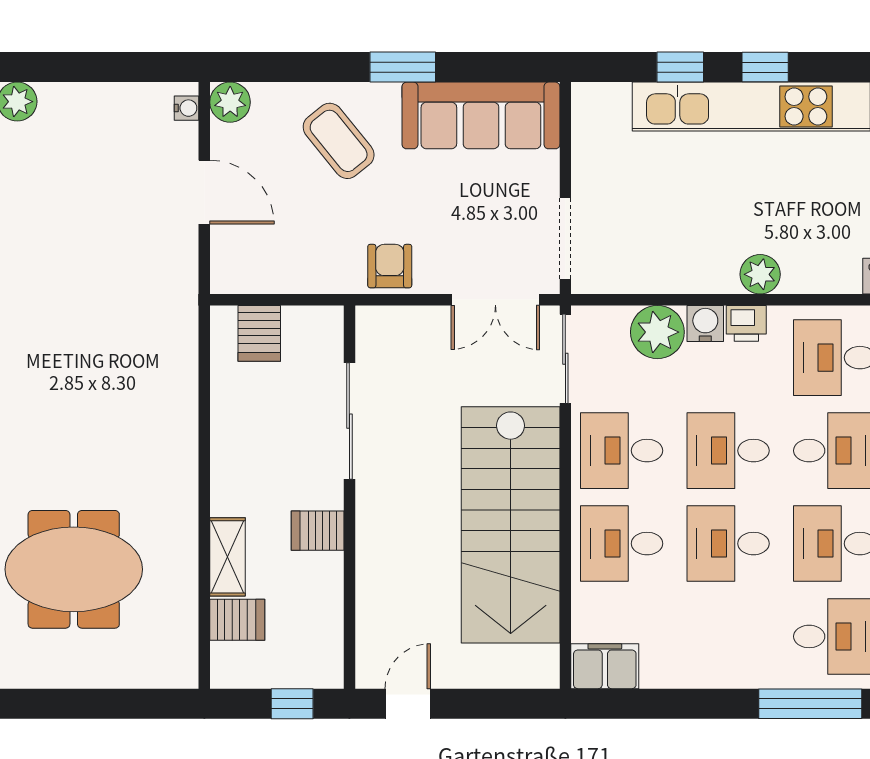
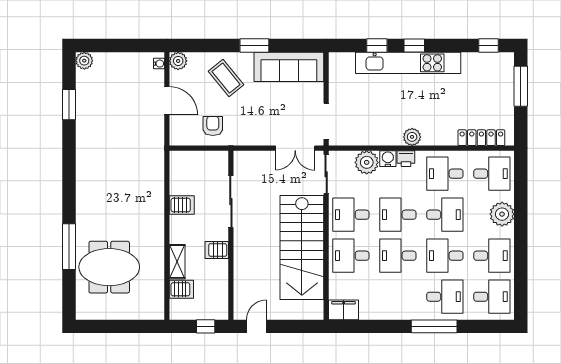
armchair: (390, 266) -> (213, 126), moved
server rack: (259, 333) -> (182, 205), moved, turned -90

